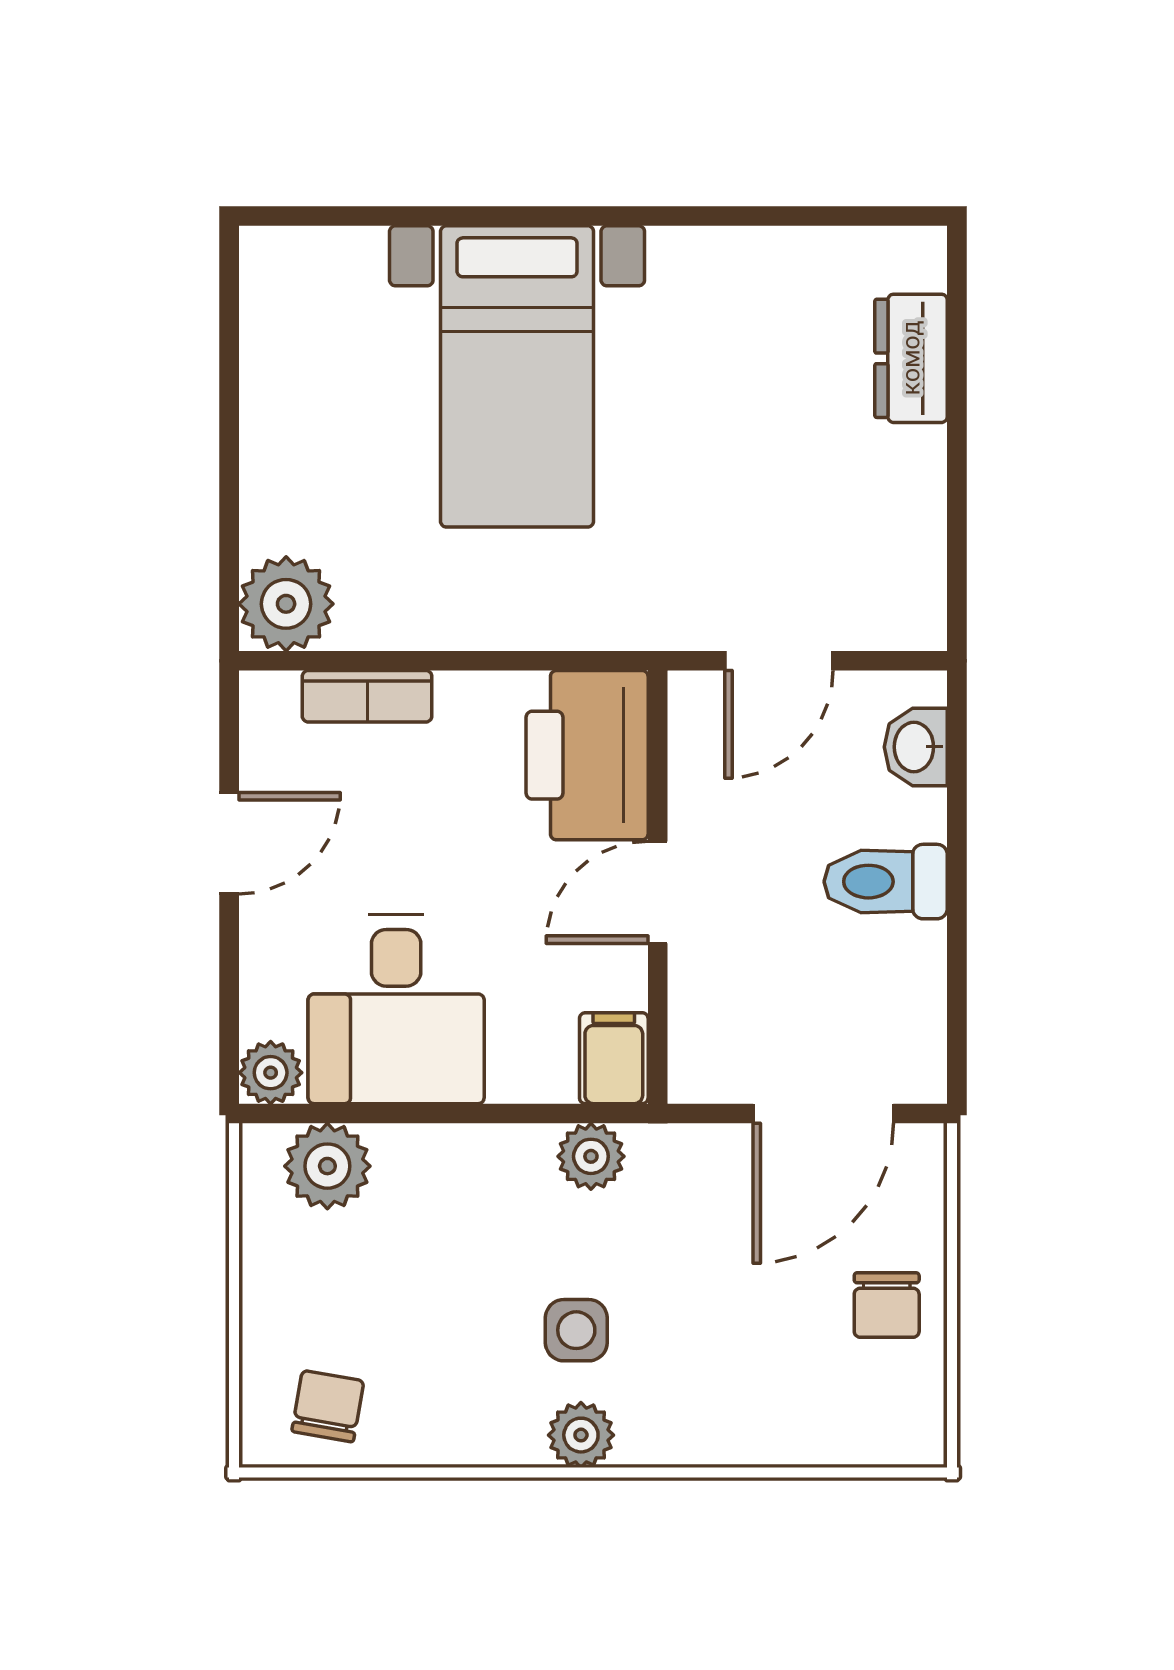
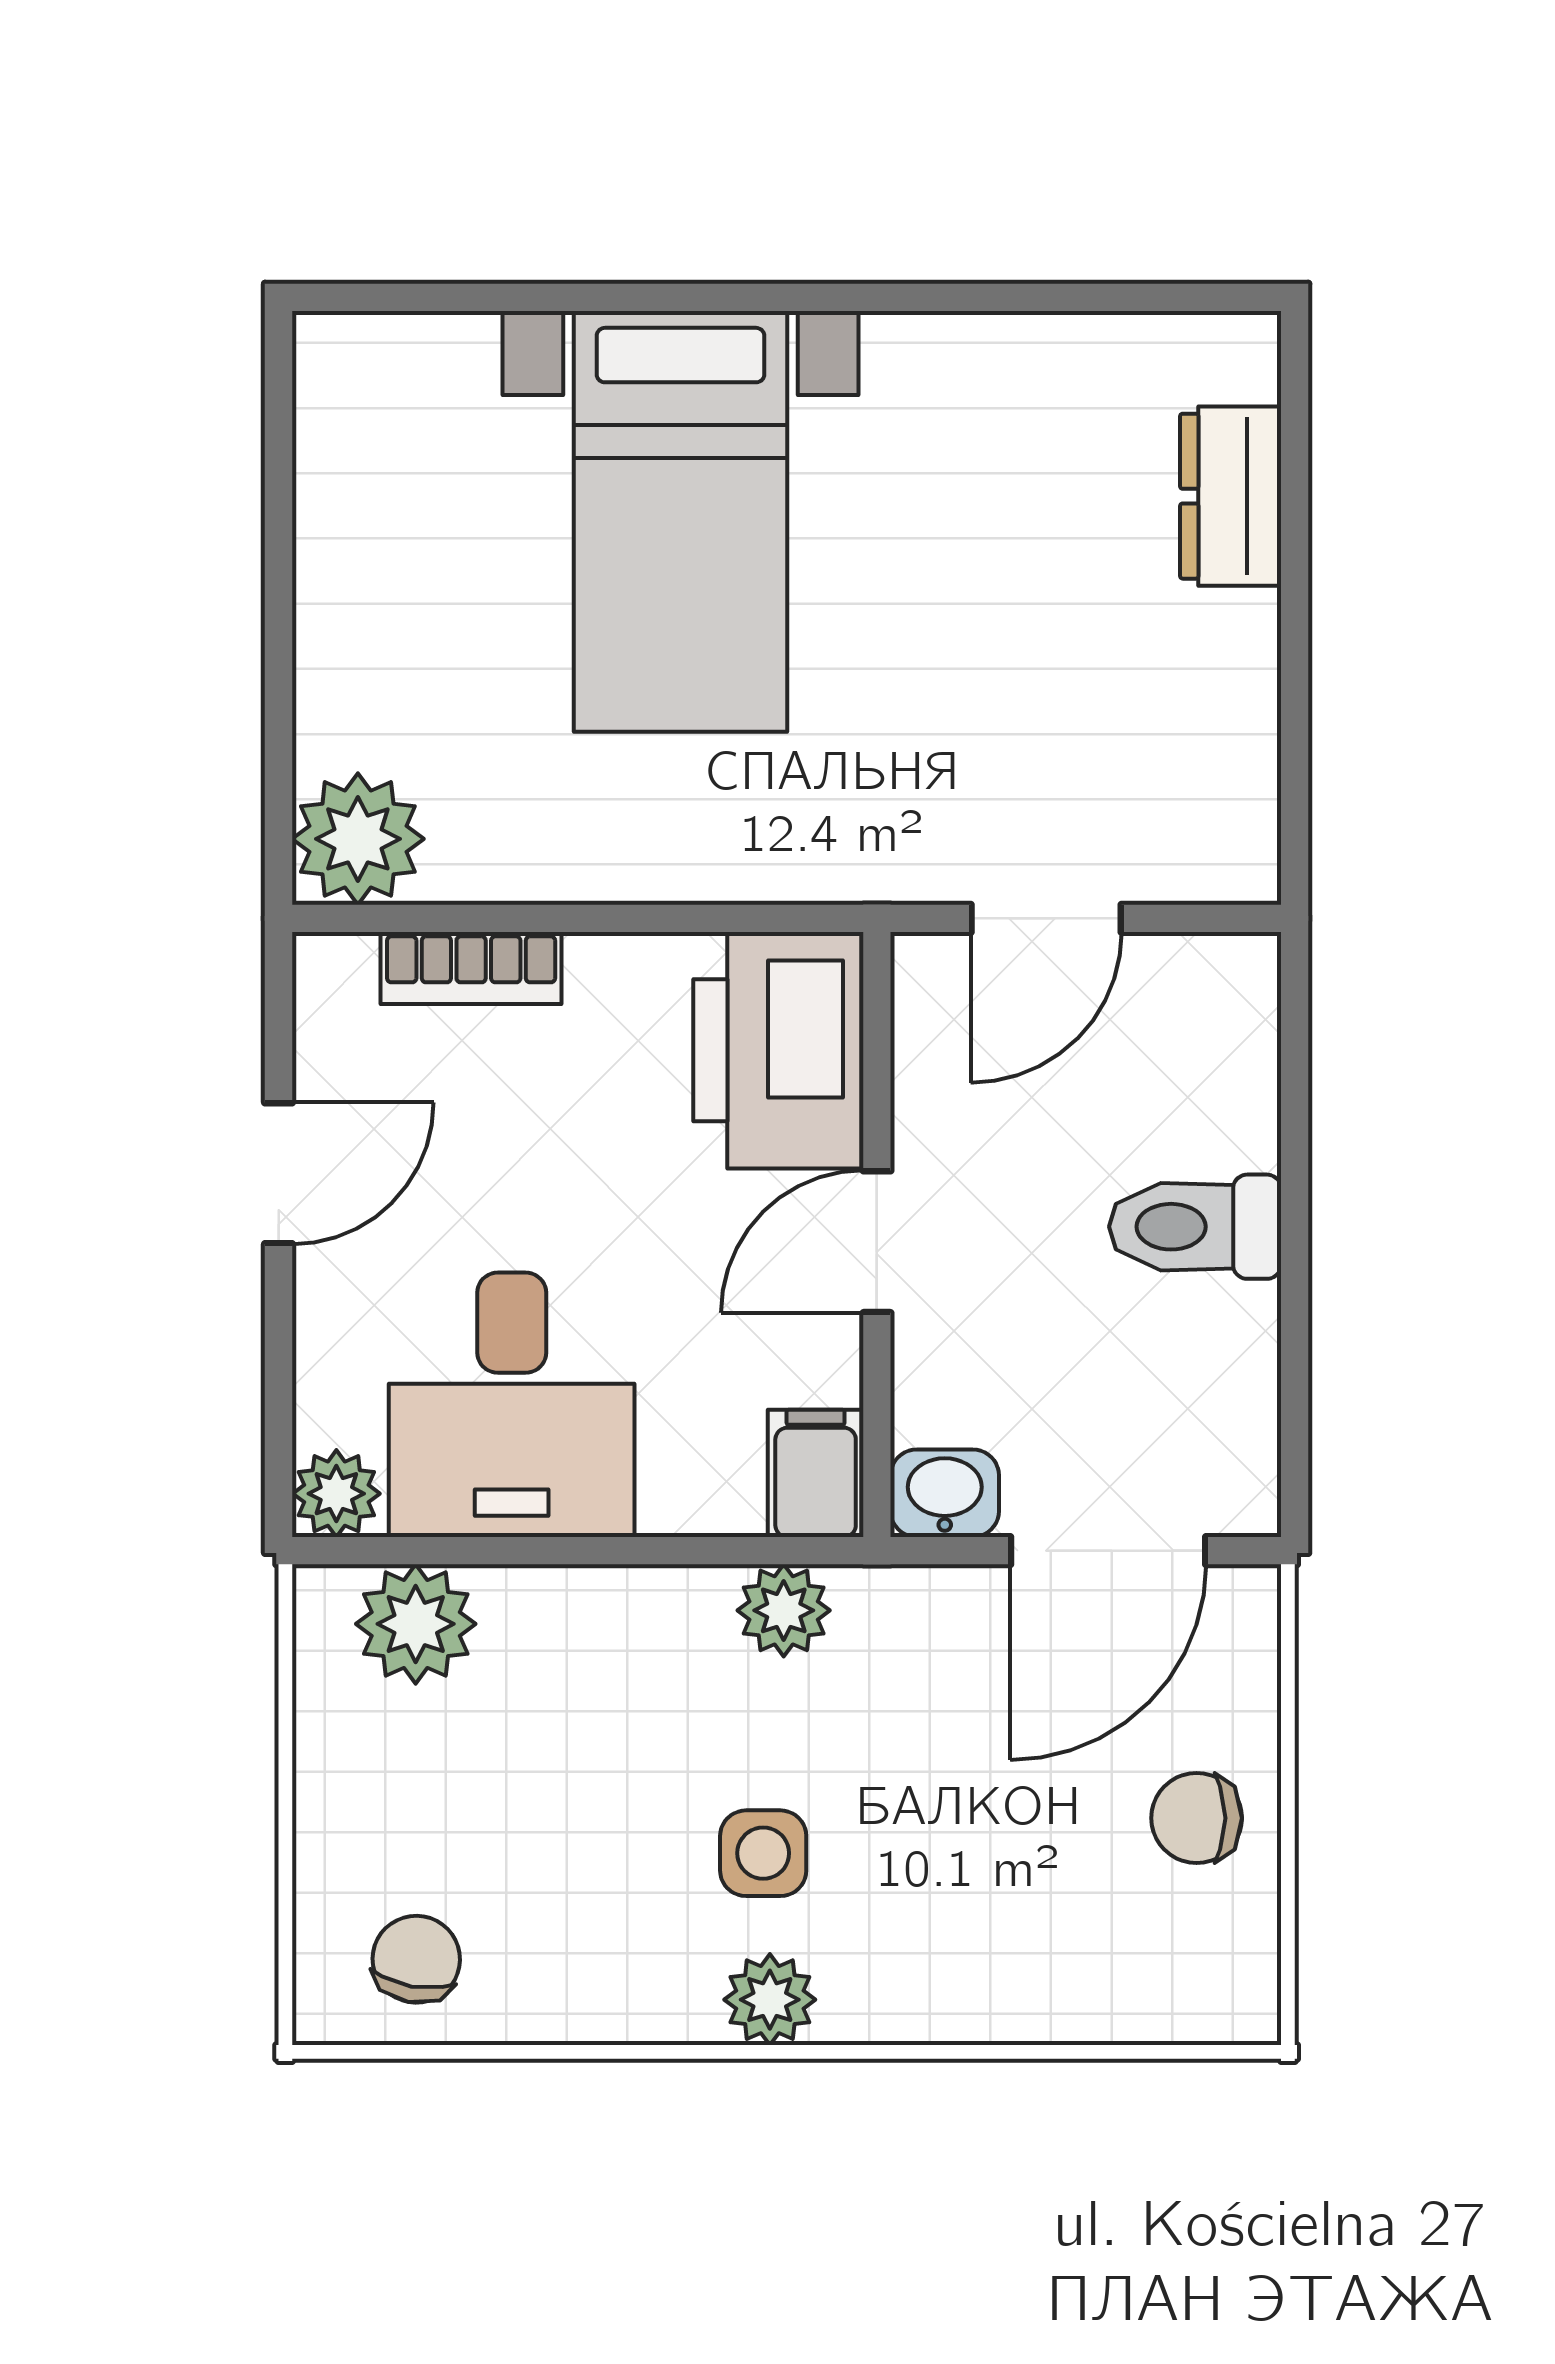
washbasin: (916, 747) -> (945, 1493), moved, turned 90
chair: (887, 1305) -> (1197, 1818), turned 90

